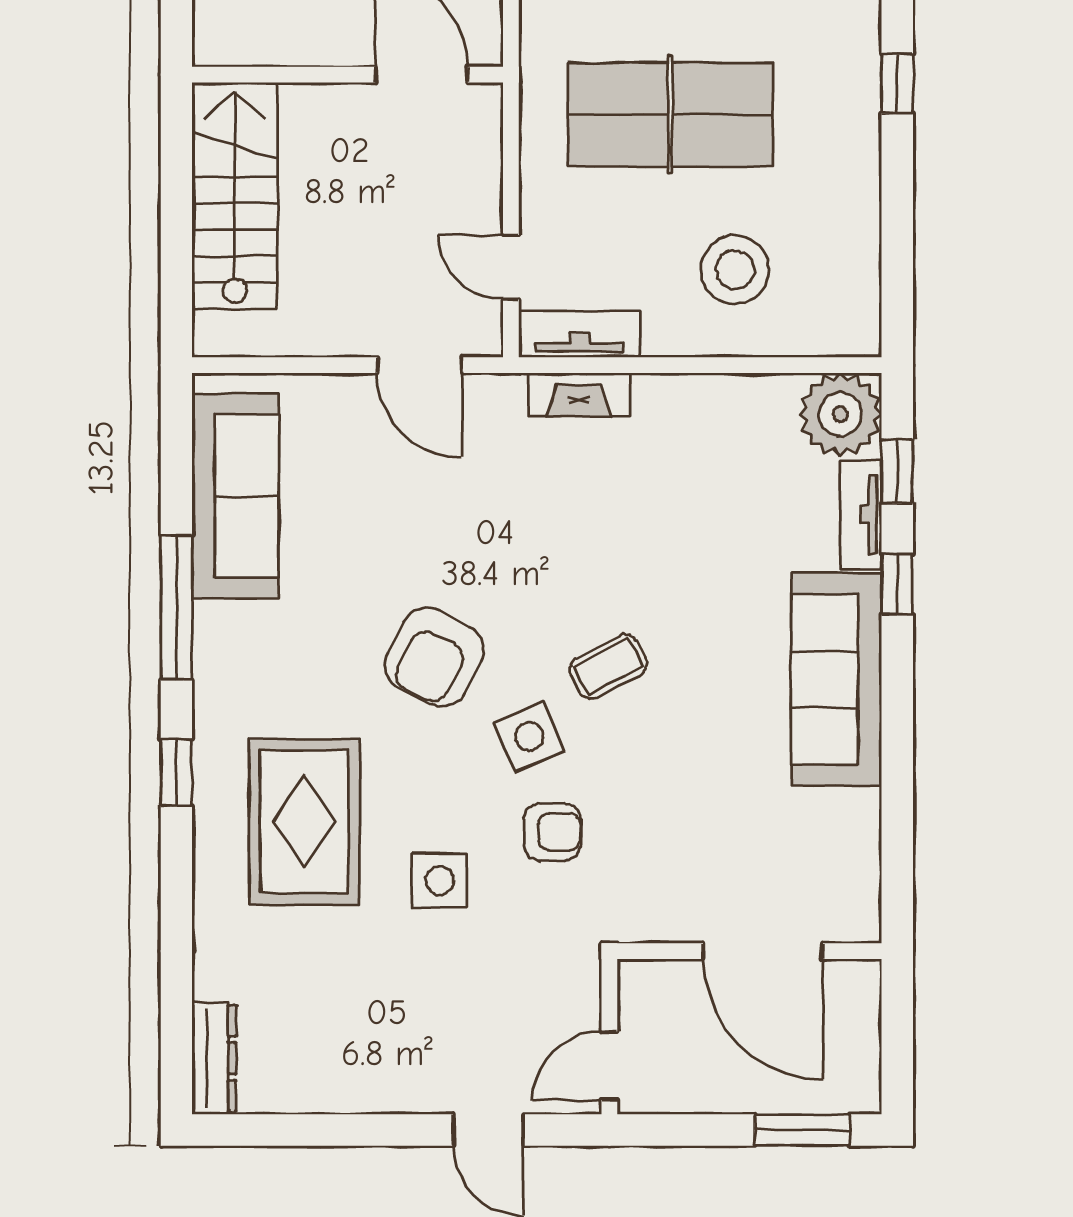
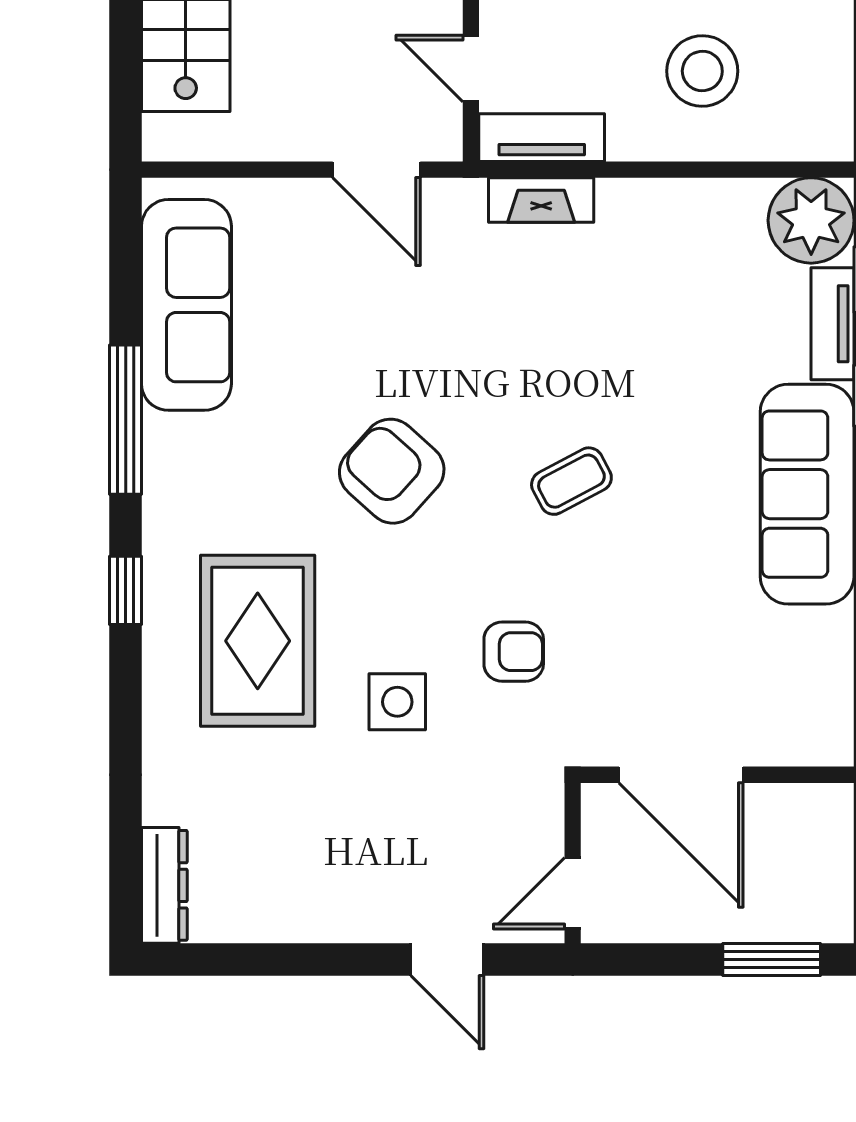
armchair: (434, 657) -> (392, 471), turned 105
side table: (529, 736) -> (490, 553), removed
door: (763, 951) -> (681, 775), moved

